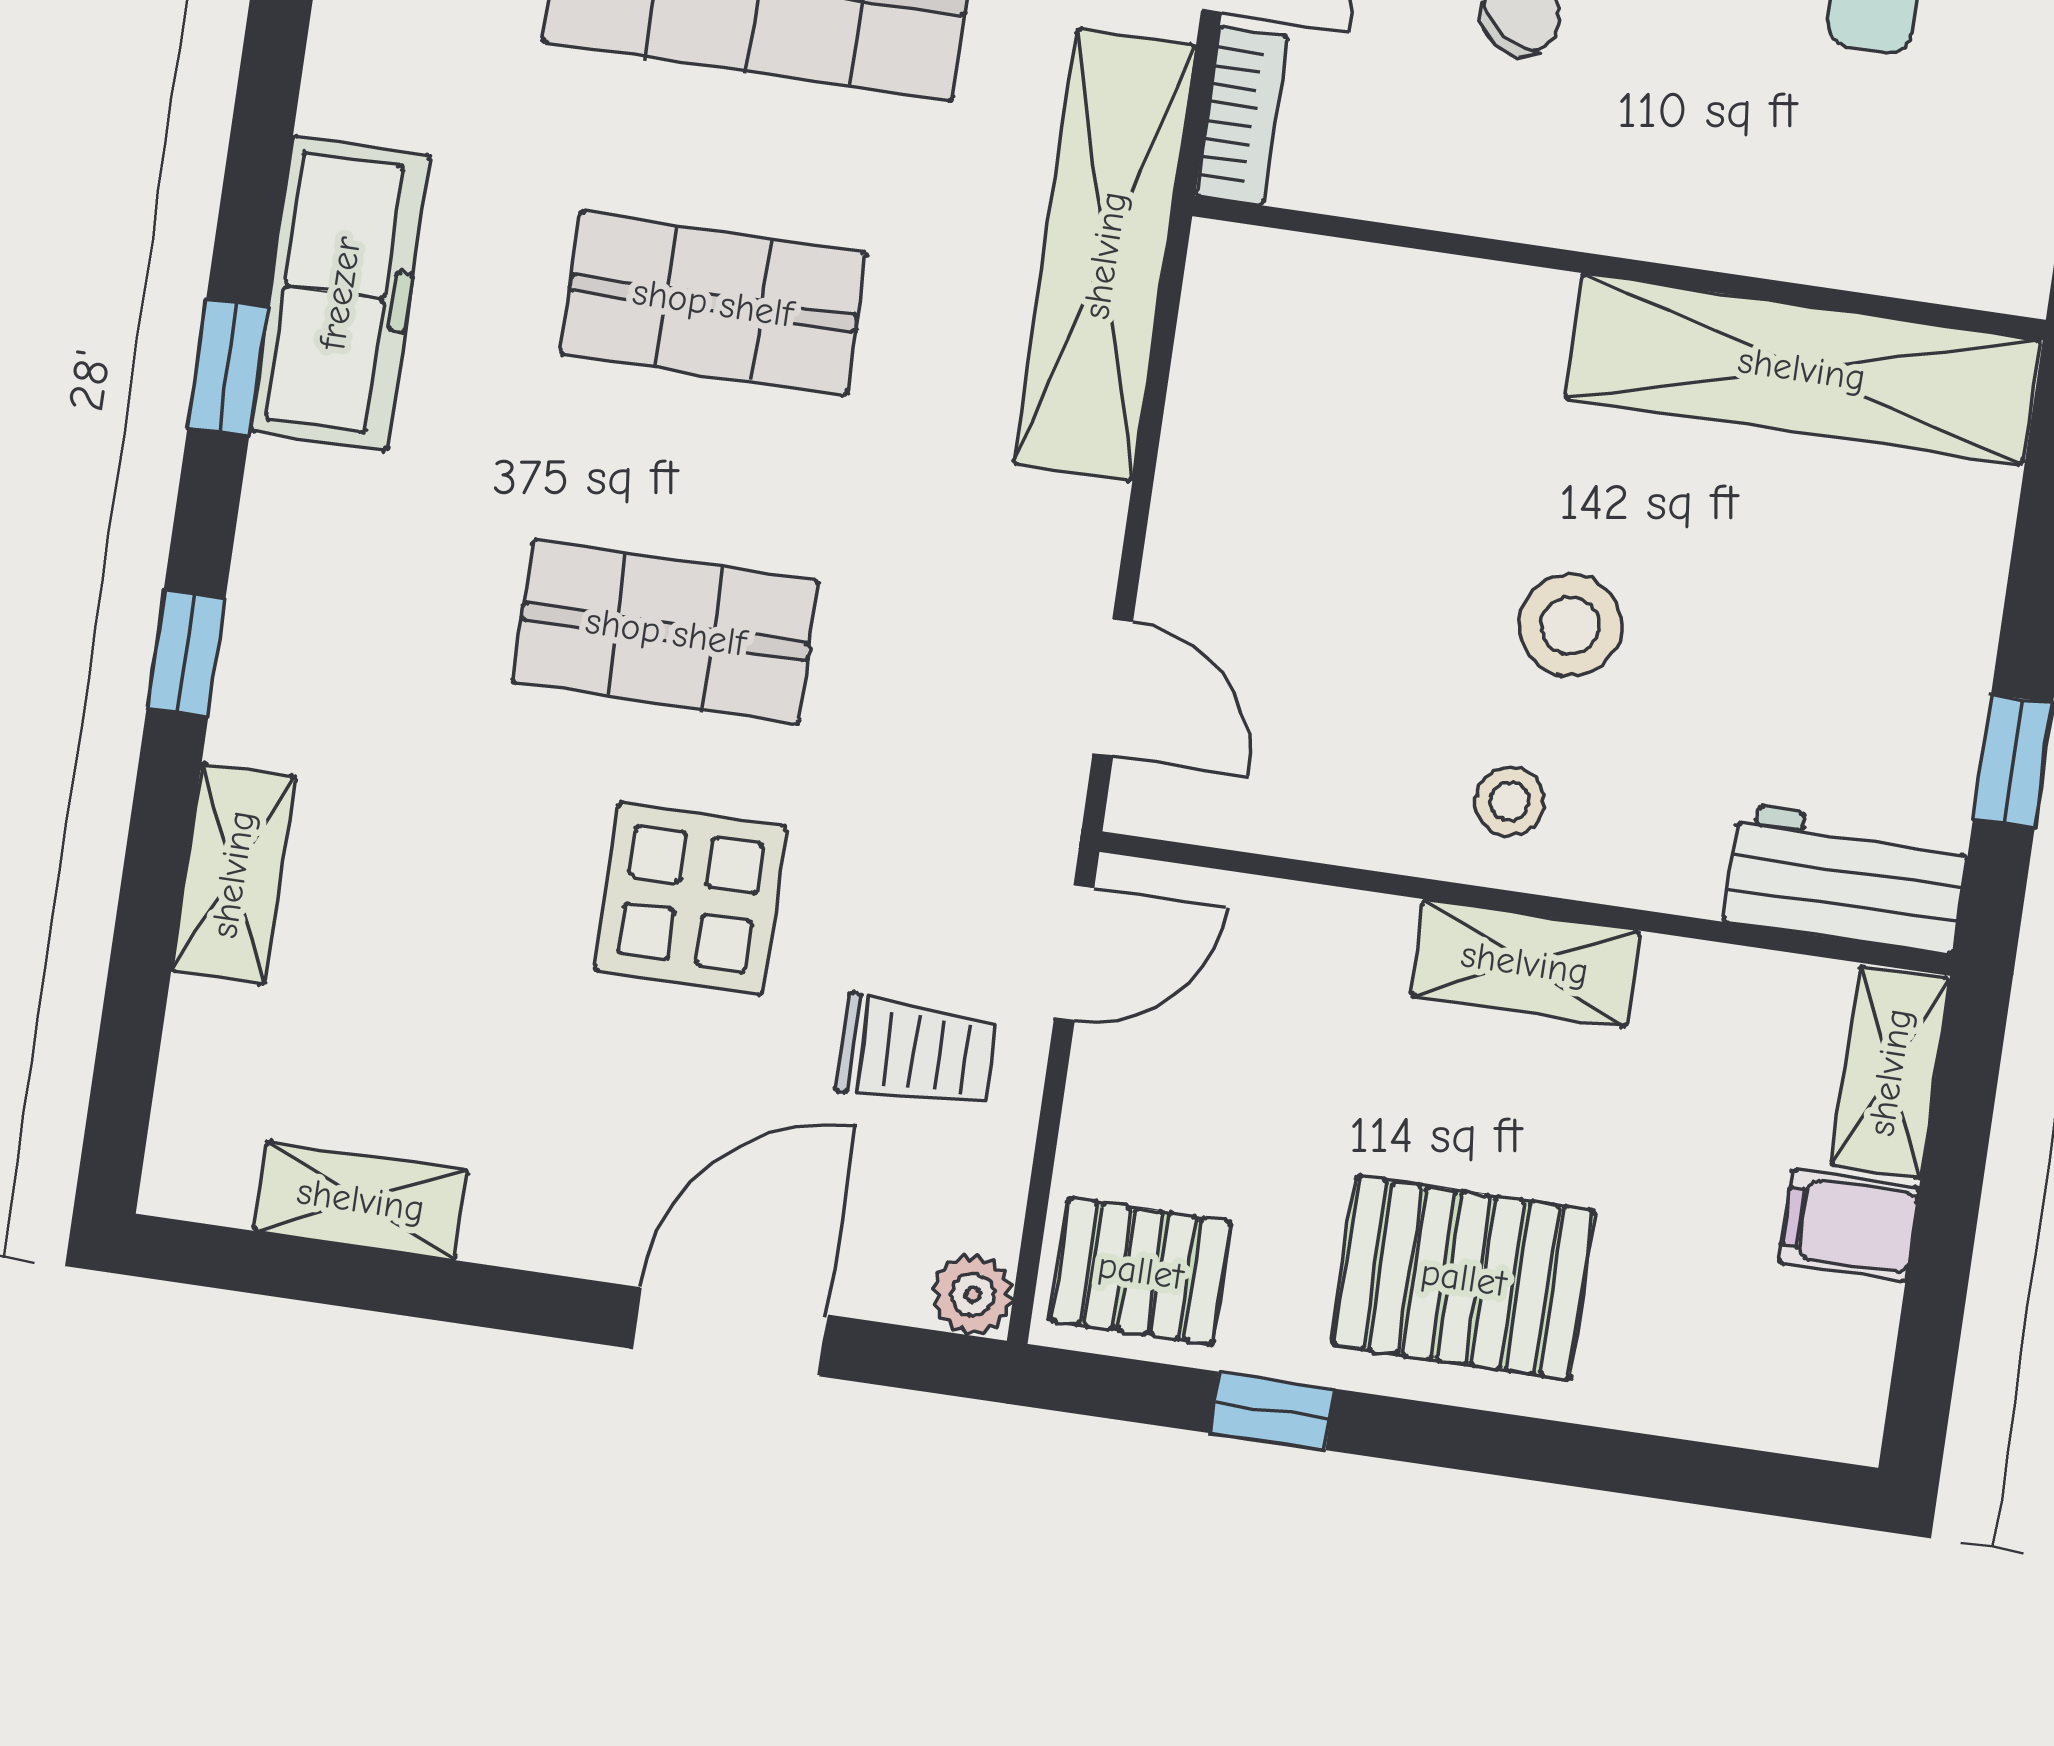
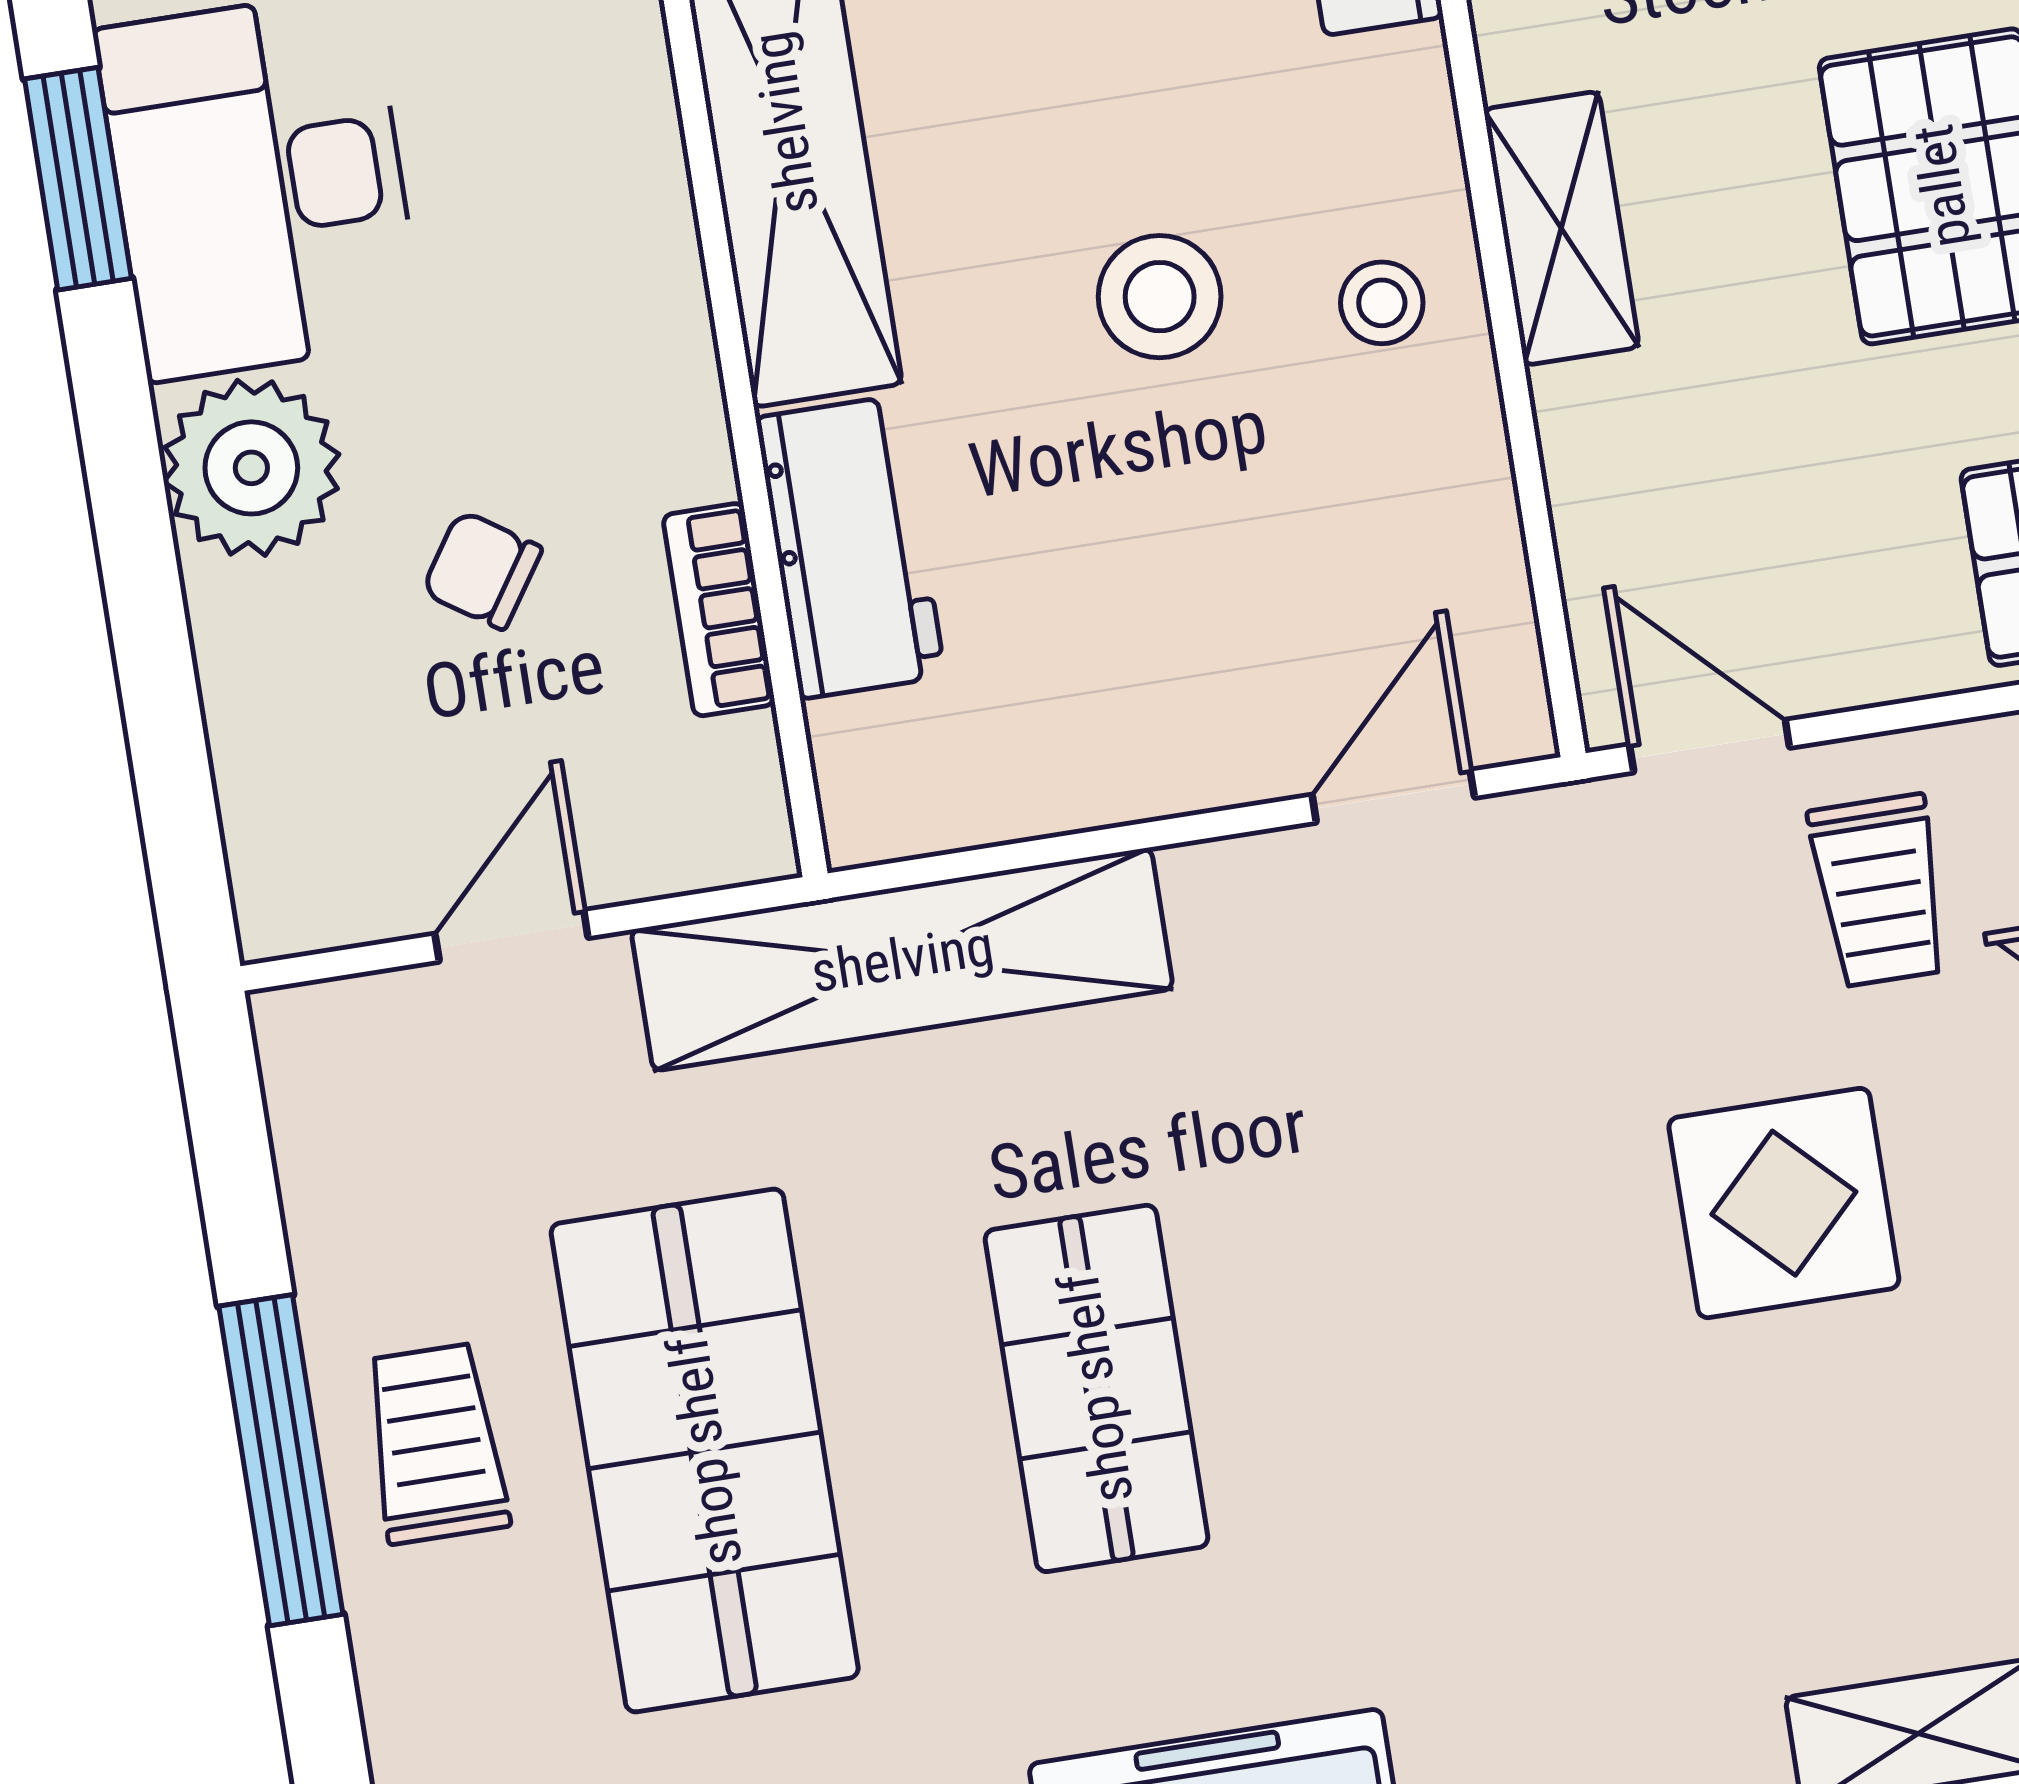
bookcase: (1241, 116) -> (719, 610), moved, turned -90
workbench: (1447, 316) -> (850, 547), added
shop shelf: (666, 632) -> (1488, 1326), removed
trolley: (917, 1052) -> (1879, 891), turned 180

